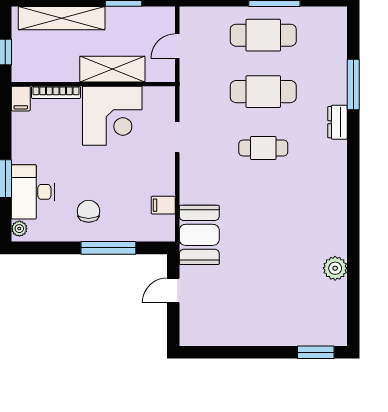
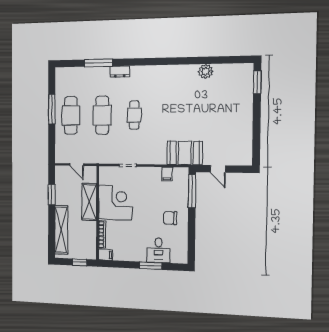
desk: (33, 192) -> (158, 250), width x0.73
plant: (19, 229) -> (180, 259), removed
window: (108, 248) -> (192, 191), moved

